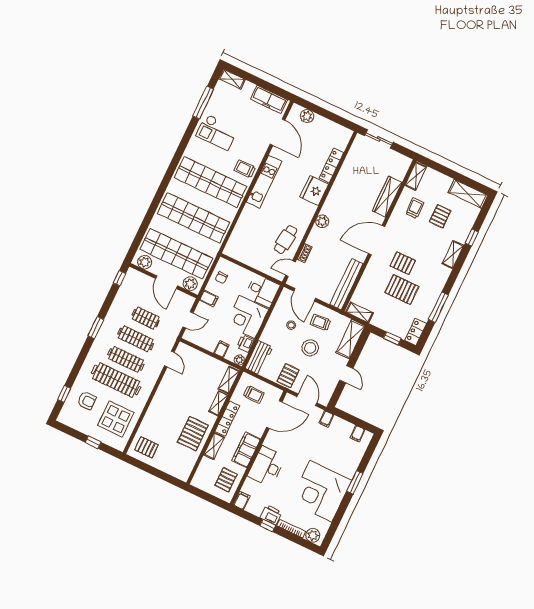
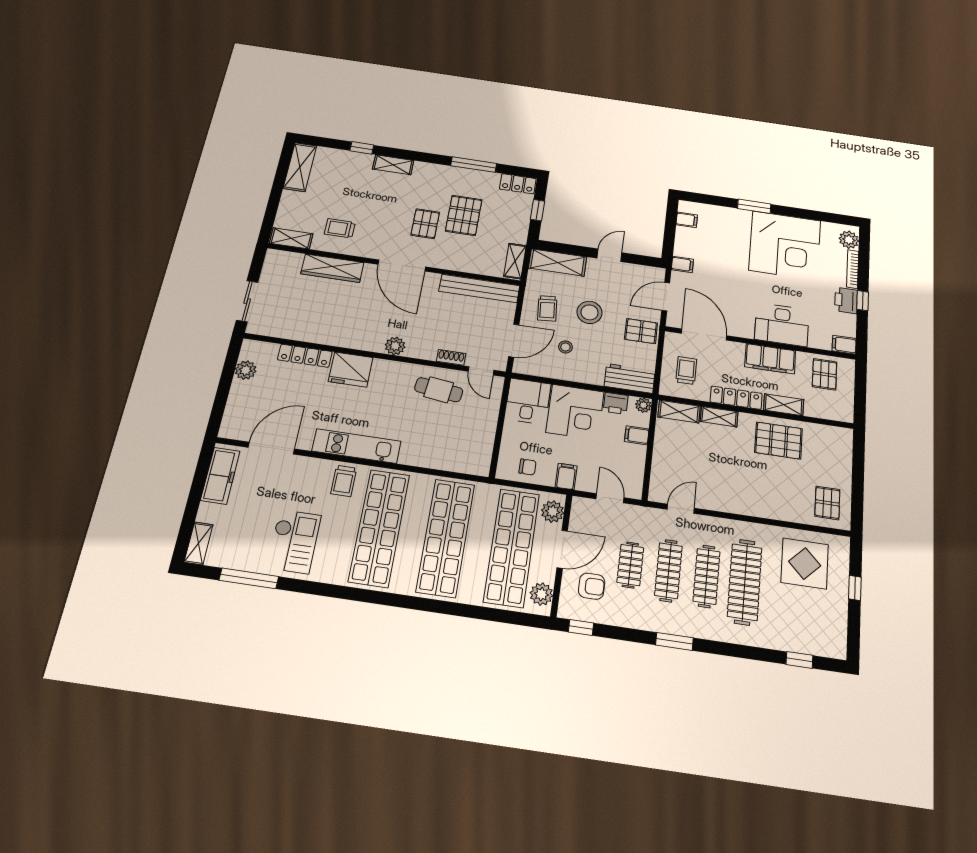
plant: (307, 116) -> (246, 370), moved
pallet: (440, 216) -> (342, 193), removed
armchair: (87, 401) -> (592, 586), moved, turned 90
pallet: (226, 480) -> (824, 374), turned 90

